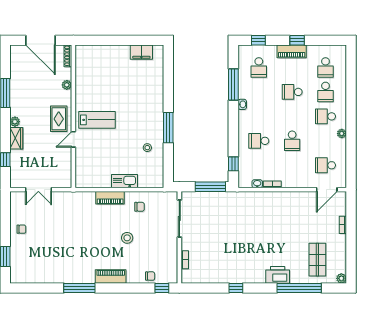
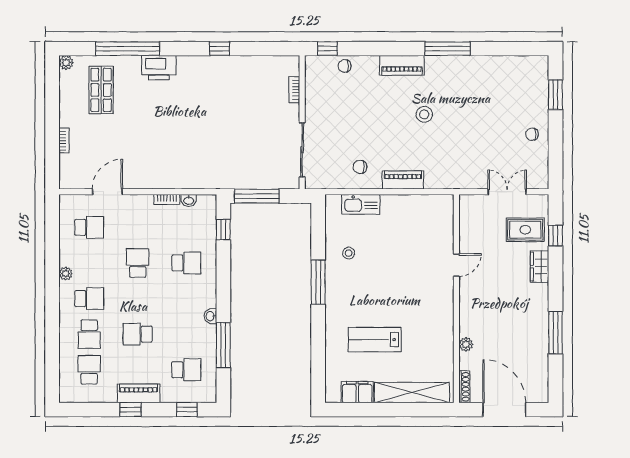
shelving: (104, 52) -> (412, 393), added
school desk: (259, 67) -> (186, 370), turned 90
school desk: (292, 92) -> (138, 334), turned 180
school desk: (325, 92) -> (89, 334), turned 180
rug: (59, 119) -> (525, 230), moved, turned 90
lab bench: (97, 120) -> (375, 340), moved
plant: (15, 122) -> (542, 291), removed
kitchen sink: (124, 181) -> (361, 204), moved
door: (327, 190) -> (107, 192), moved
stool: (127, 238) -> (424, 114), moved

